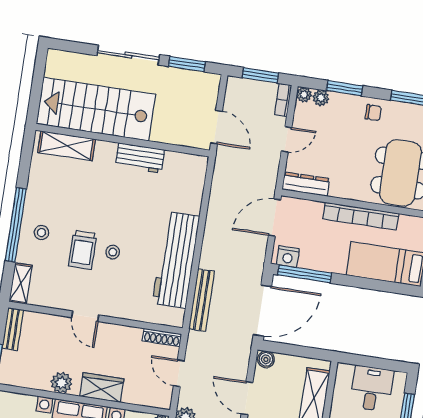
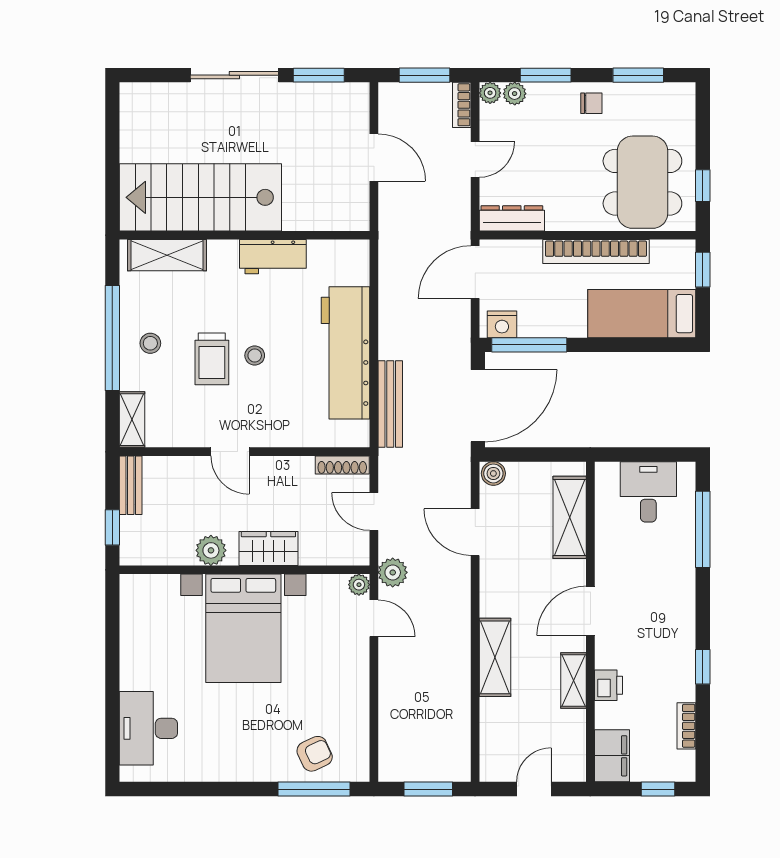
stairs: (96, 109) -> (200, 197), moved
wall: (123, 140) -> (245, 235), moved
shelving: (67, 146) -> (167, 255), moved
workbench: (140, 158) -> (273, 257), moved

